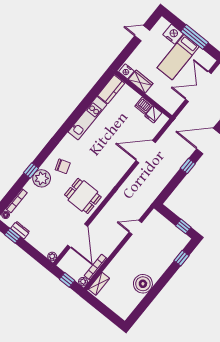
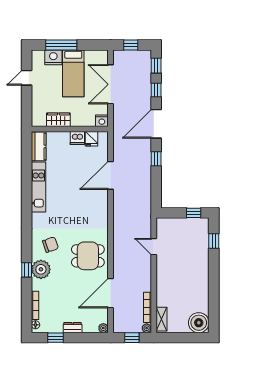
window: (195, 37) -> (61, 45), moved
nightstand: (126, 71) -> (102, 121), moved
door: (135, 227) -> (154, 247), hinge flipped
dresser: (20, 230) -> (73, 328), moved
door: (78, 236) -> (111, 293), swing flipped
boiler: (143, 284) -> (199, 323), moved

